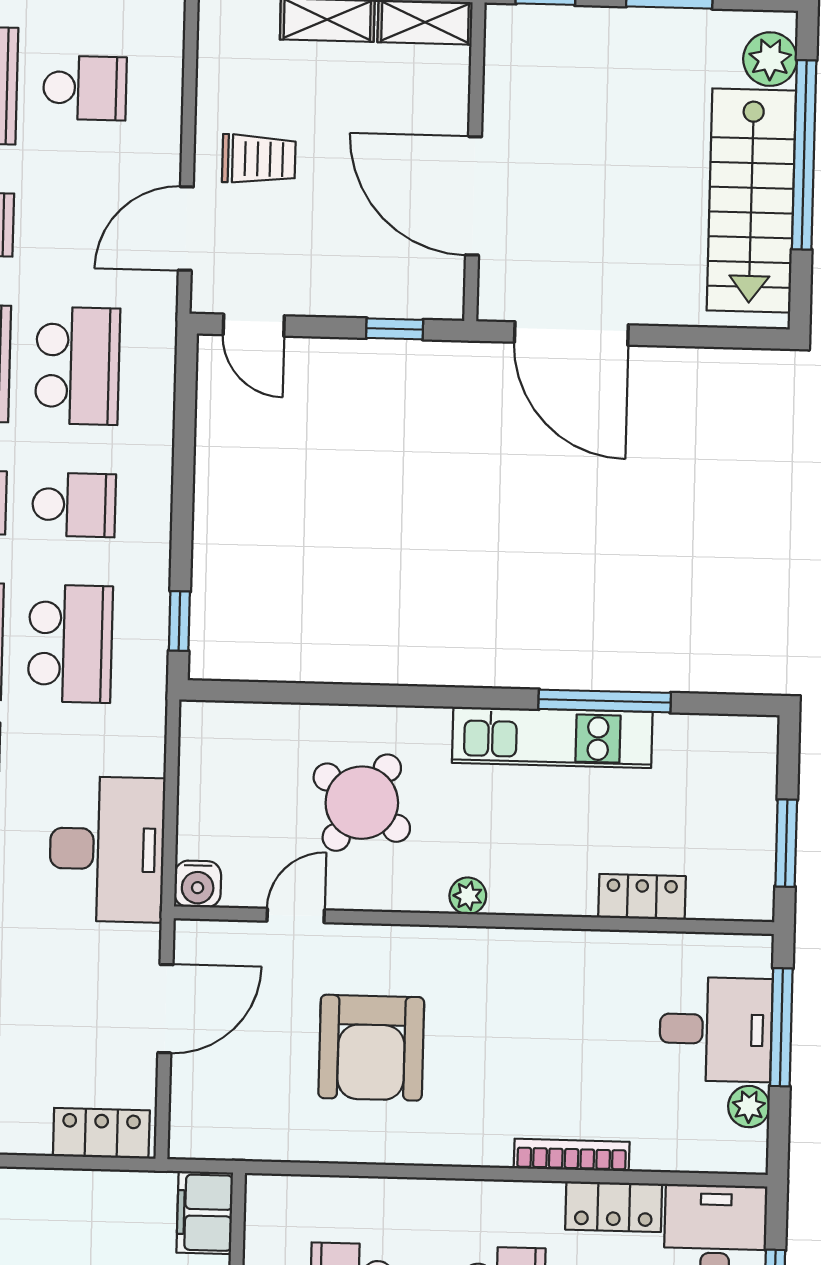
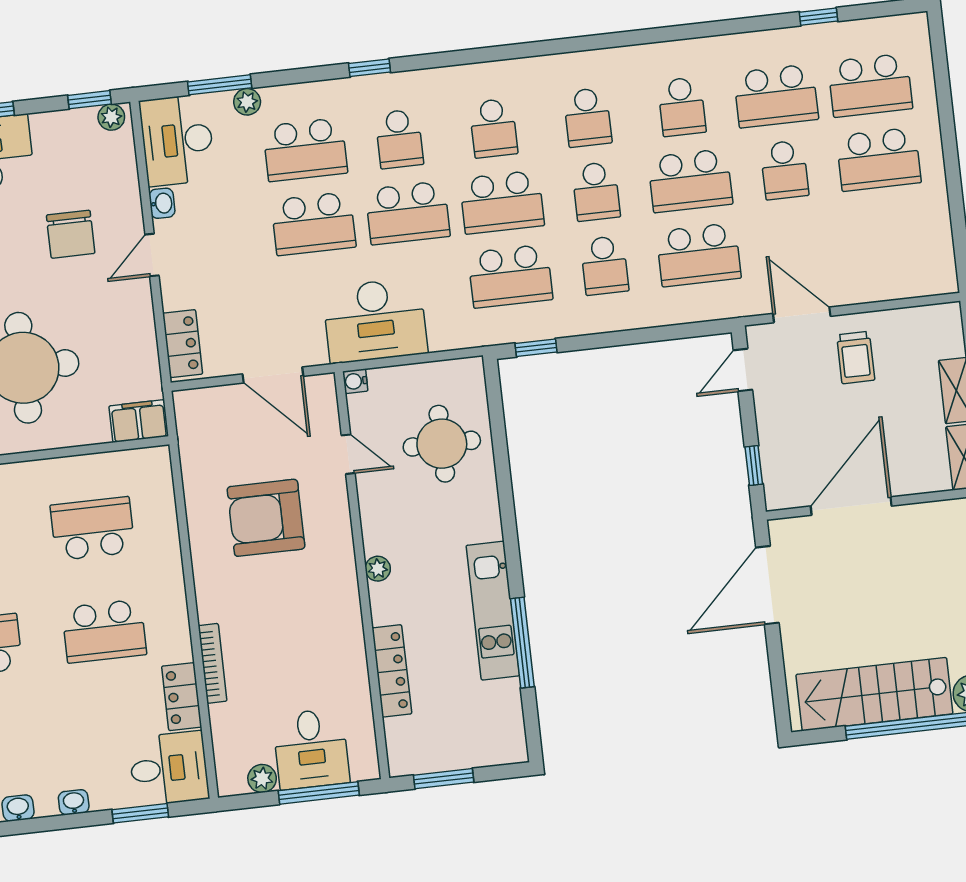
school desk: (85, 88) -> (887, 233), removed
round table: (362, 803) -> (442, 444), moved, turned -35
water cooler: (198, 884) -> (355, 381), width x0.72, depth x0.72
locker: (642, 897) -> (392, 671), width x1.53

